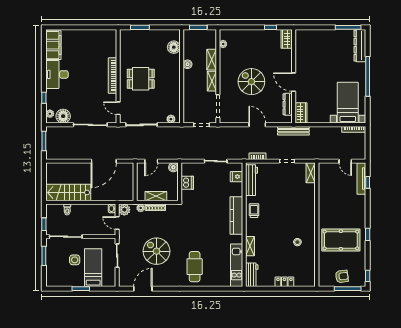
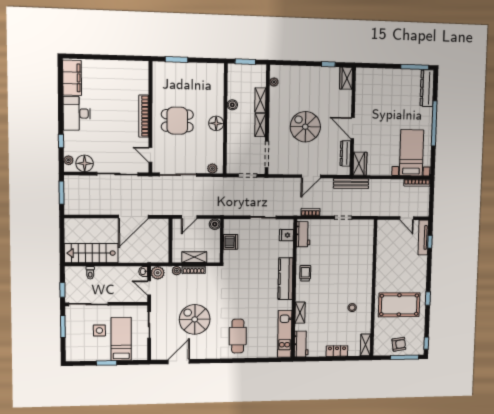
floor lamp: (174, 47) -> (216, 123), moved
door: (257, 125) -> (311, 176), swing flipped
shelving: (311, 173) -> (365, 345), moved
workbench: (251, 180) -> (303, 234), width x0.73

